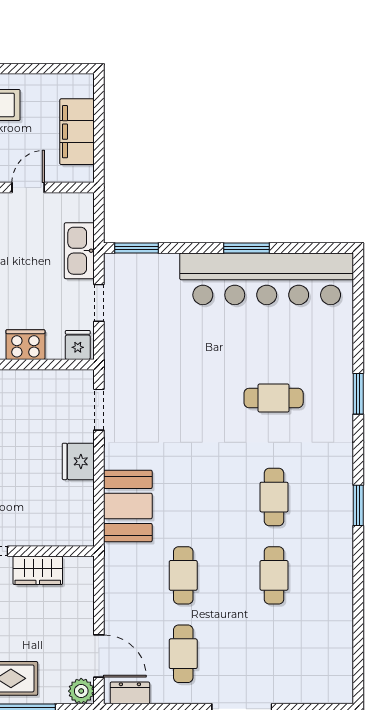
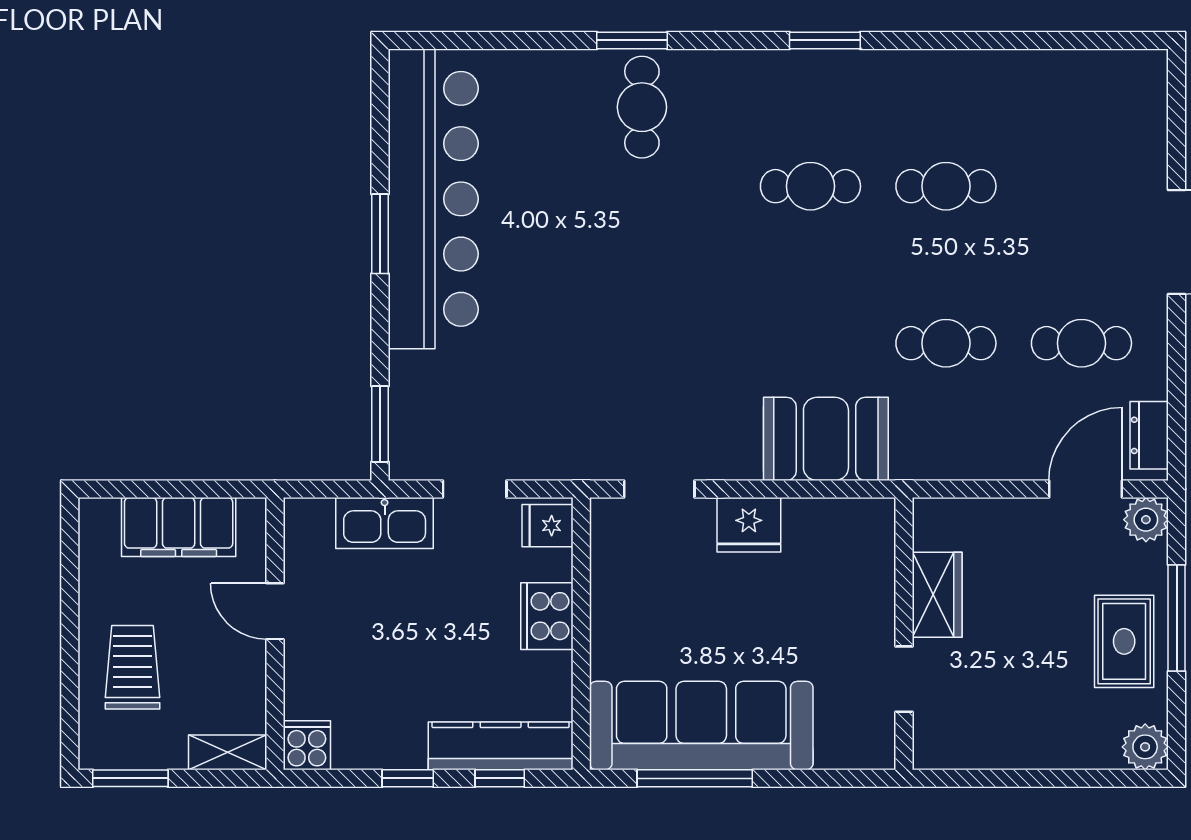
cafe table: (274, 398) -> (642, 107), moved

